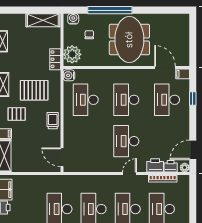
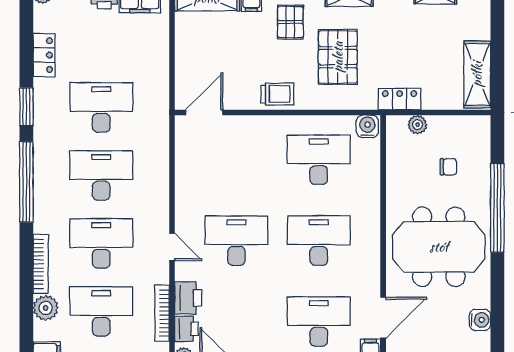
water cooler: (73, 19) -> (480, 320), moved
plant: (72, 54) -> (418, 125), width x0.53, depth x0.53

